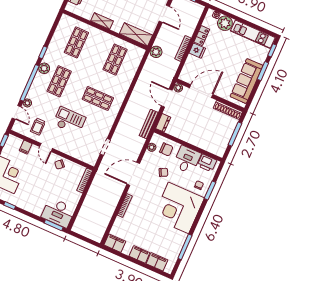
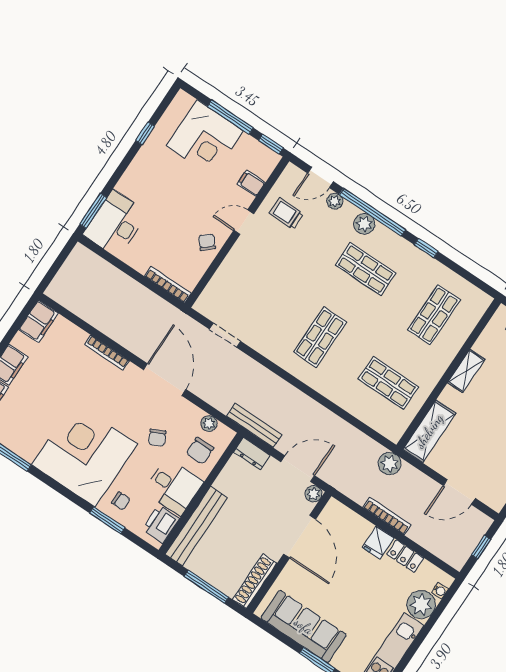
shop shelf: (76, 42) -> (434, 315), turned 90
plant: (44, 68) -> (364, 224), moved
checkout: (69, 121) -> (287, 275), removed
bench: (205, 145) -> (196, 526), added

